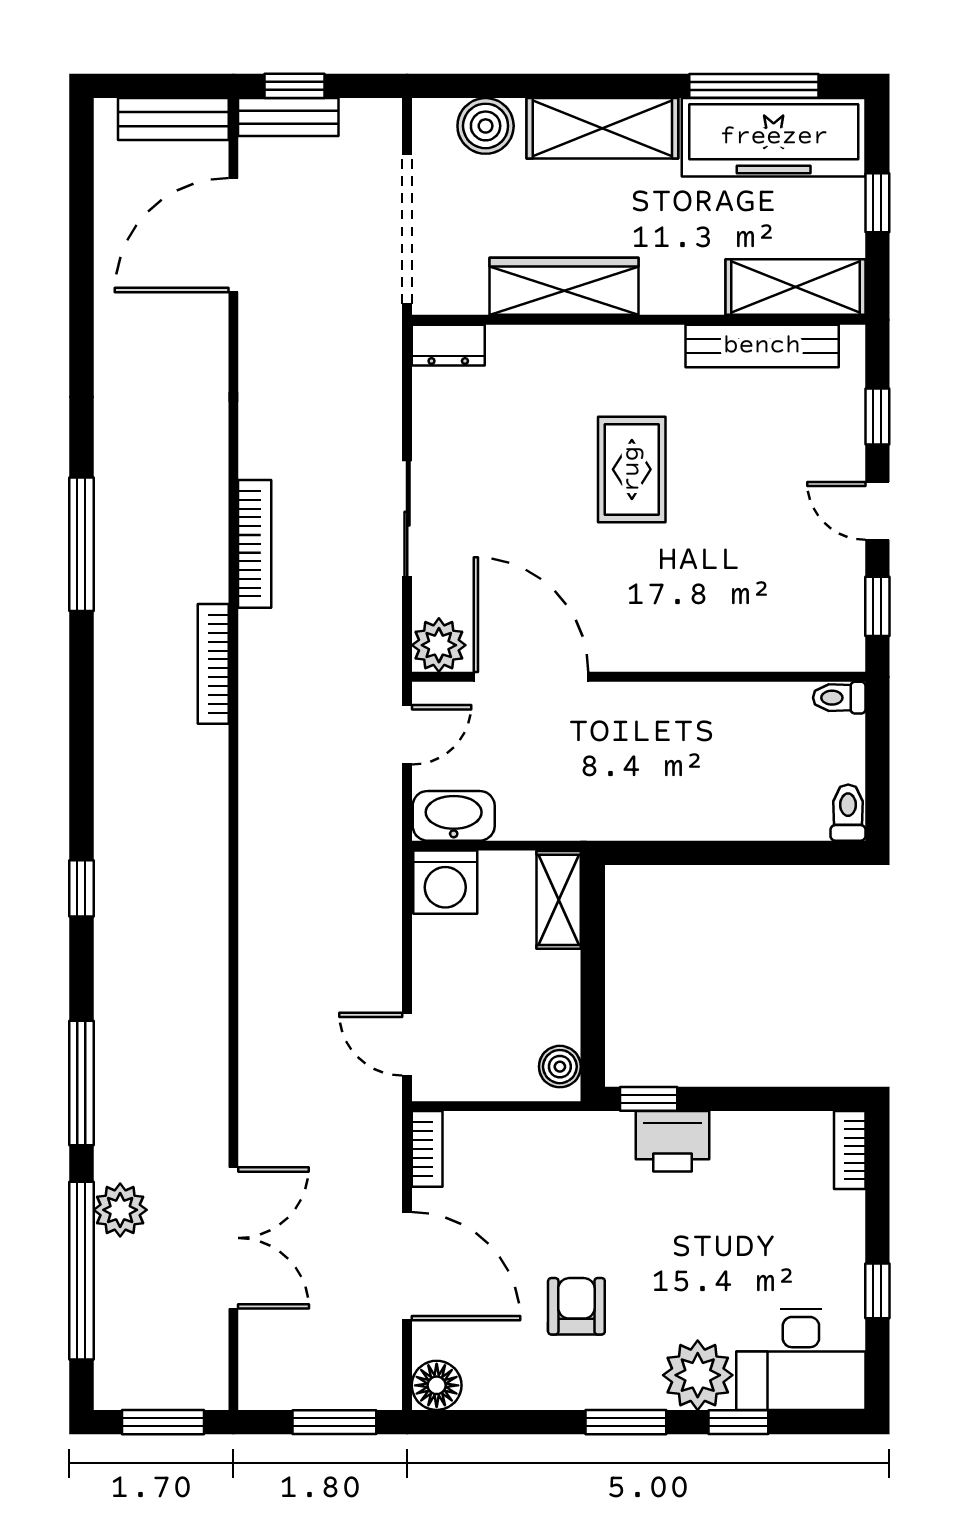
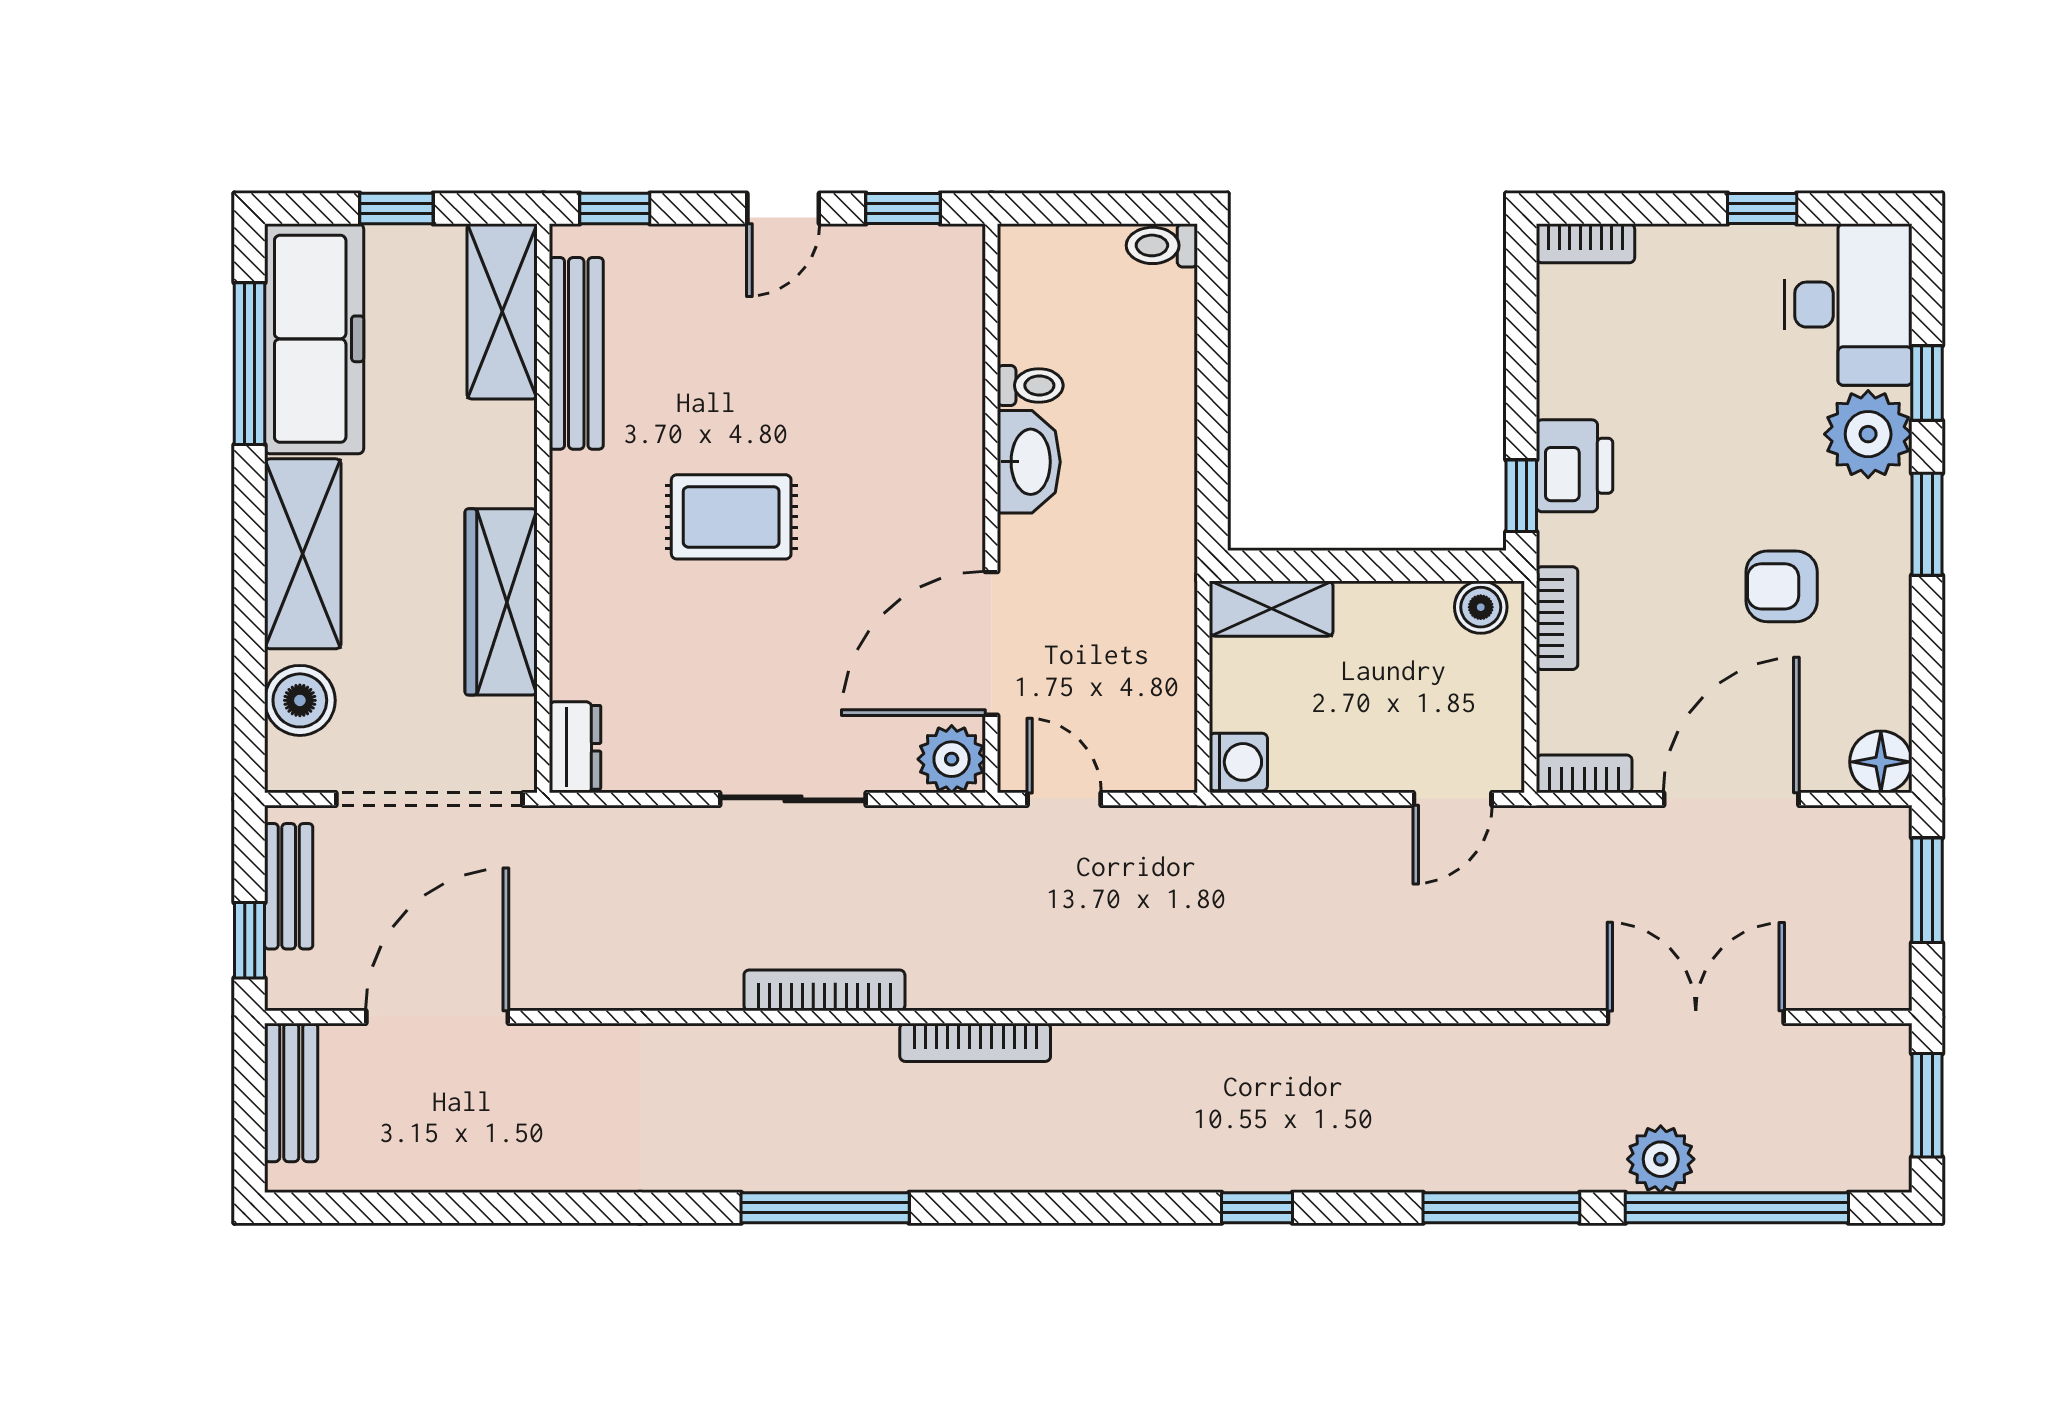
bench: (288, 117) -> (289, 886), moved
door: (233, 235) -> (437, 1017), swing flipped
window: (877, 416) -> (615, 209), moved
toilet: (839, 698) -> (1030, 385), moved, turned -90
washbasin: (454, 816) -> (1029, 462), moved, turned 180
washing machine: (445, 882) -> (1238, 762), width x0.73, depth x0.73
bookcase: (551, 1127) -> (1557, 618), added

